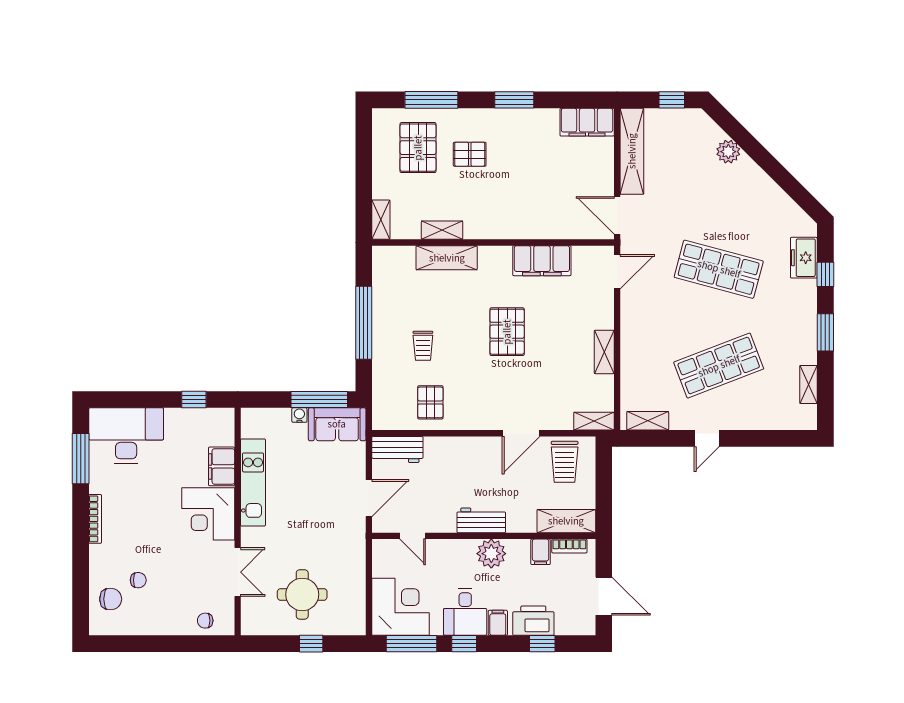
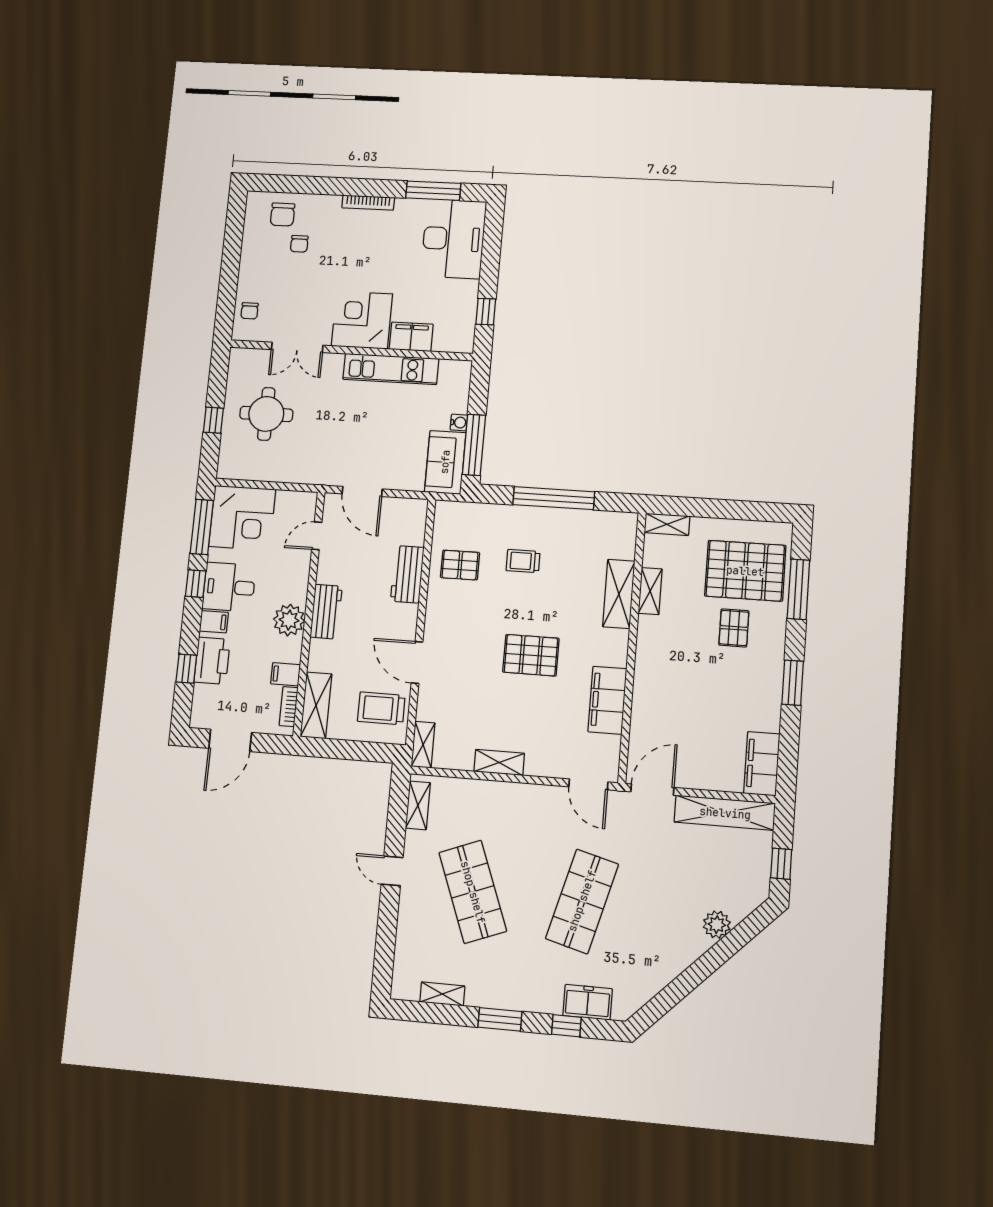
pallet: (418, 148) -> (745, 571), width x1.37, depth x1.41
workbench: (397, 450) -> (407, 574), moved
chair: (205, 621) -> (250, 311), turned 180

